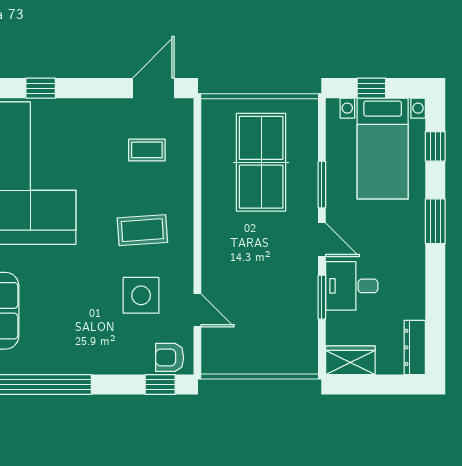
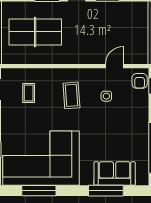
side table: (141, 295) -> (106, 96), width x0.54, depth x0.54

